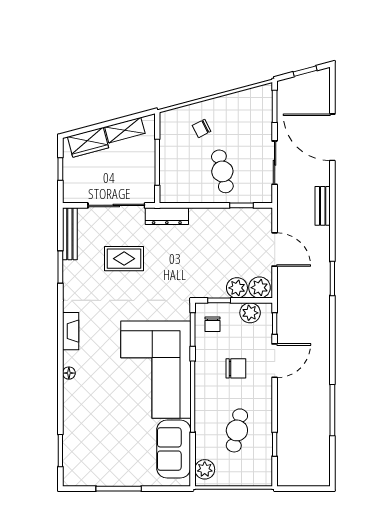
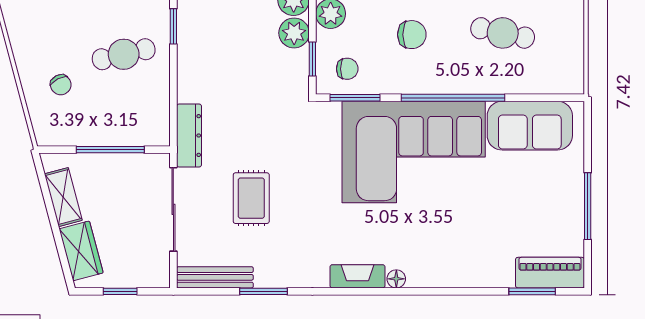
chair: (236, 368) -> (412, 35), turned 90
floor lamp: (69, 373) -> (396, 279), moved
piano: (73, 463) -> (550, 273), added
plant: (205, 469) -> (560, 80), removed

